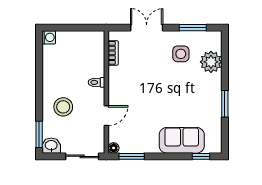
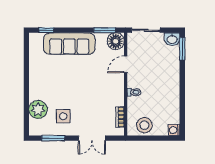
window: (225, 104) -> (26, 74), removed
stool: (63, 107) -> (144, 125), moved
sofa: (182, 140) -> (69, 44), width x1.36
floor lamp: (114, 148) -> (116, 41), width x1.89, depth x1.89

